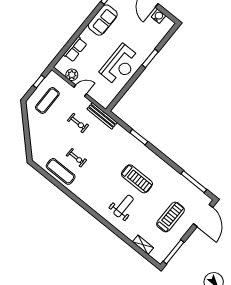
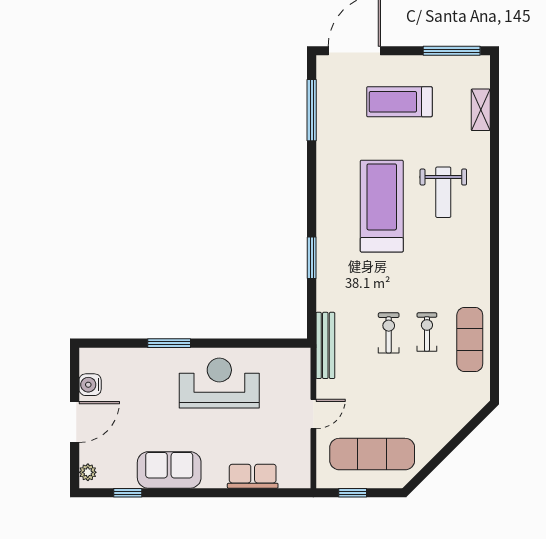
plant: (72, 75) -> (298, 448), removed
door: (80, 91) -> (313, 414), swing flipped
exercise mat: (47, 100) -> (372, 454), width x1.36, depth x1.45
exercise bike: (78, 123) -> (389, 333), moved
treadmill: (137, 179) -> (382, 206), width x1.37, depth x1.38
weight bench: (124, 206) -> (443, 192), turned -90

